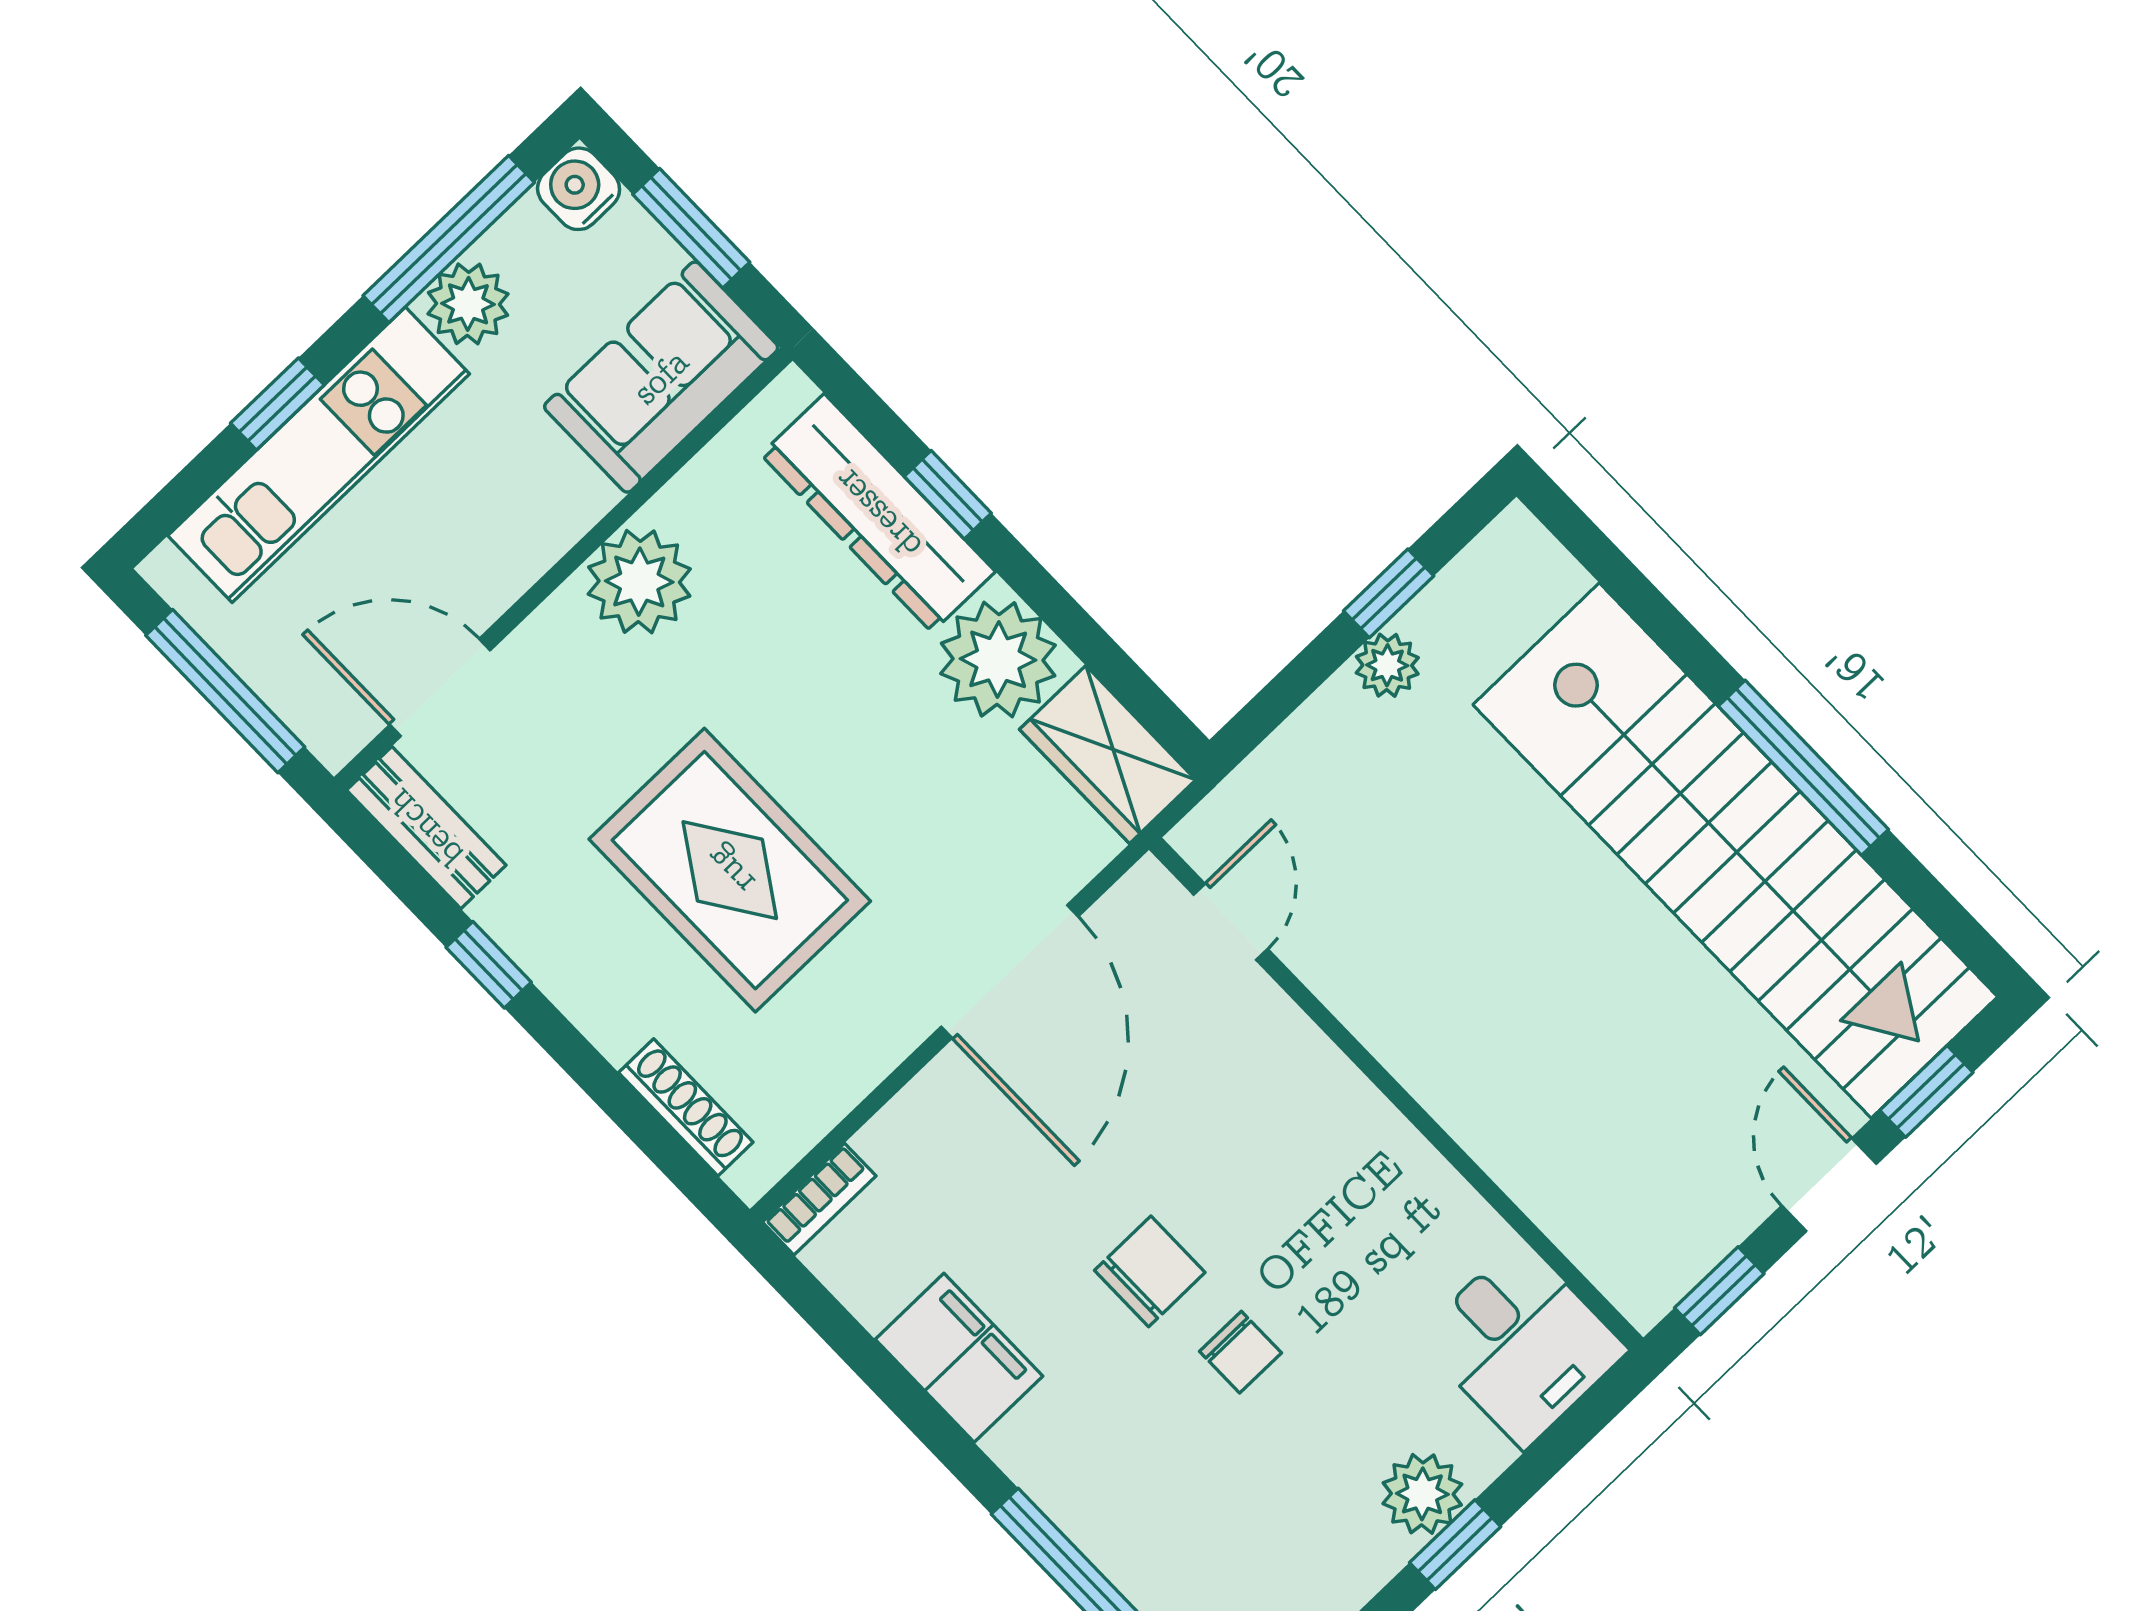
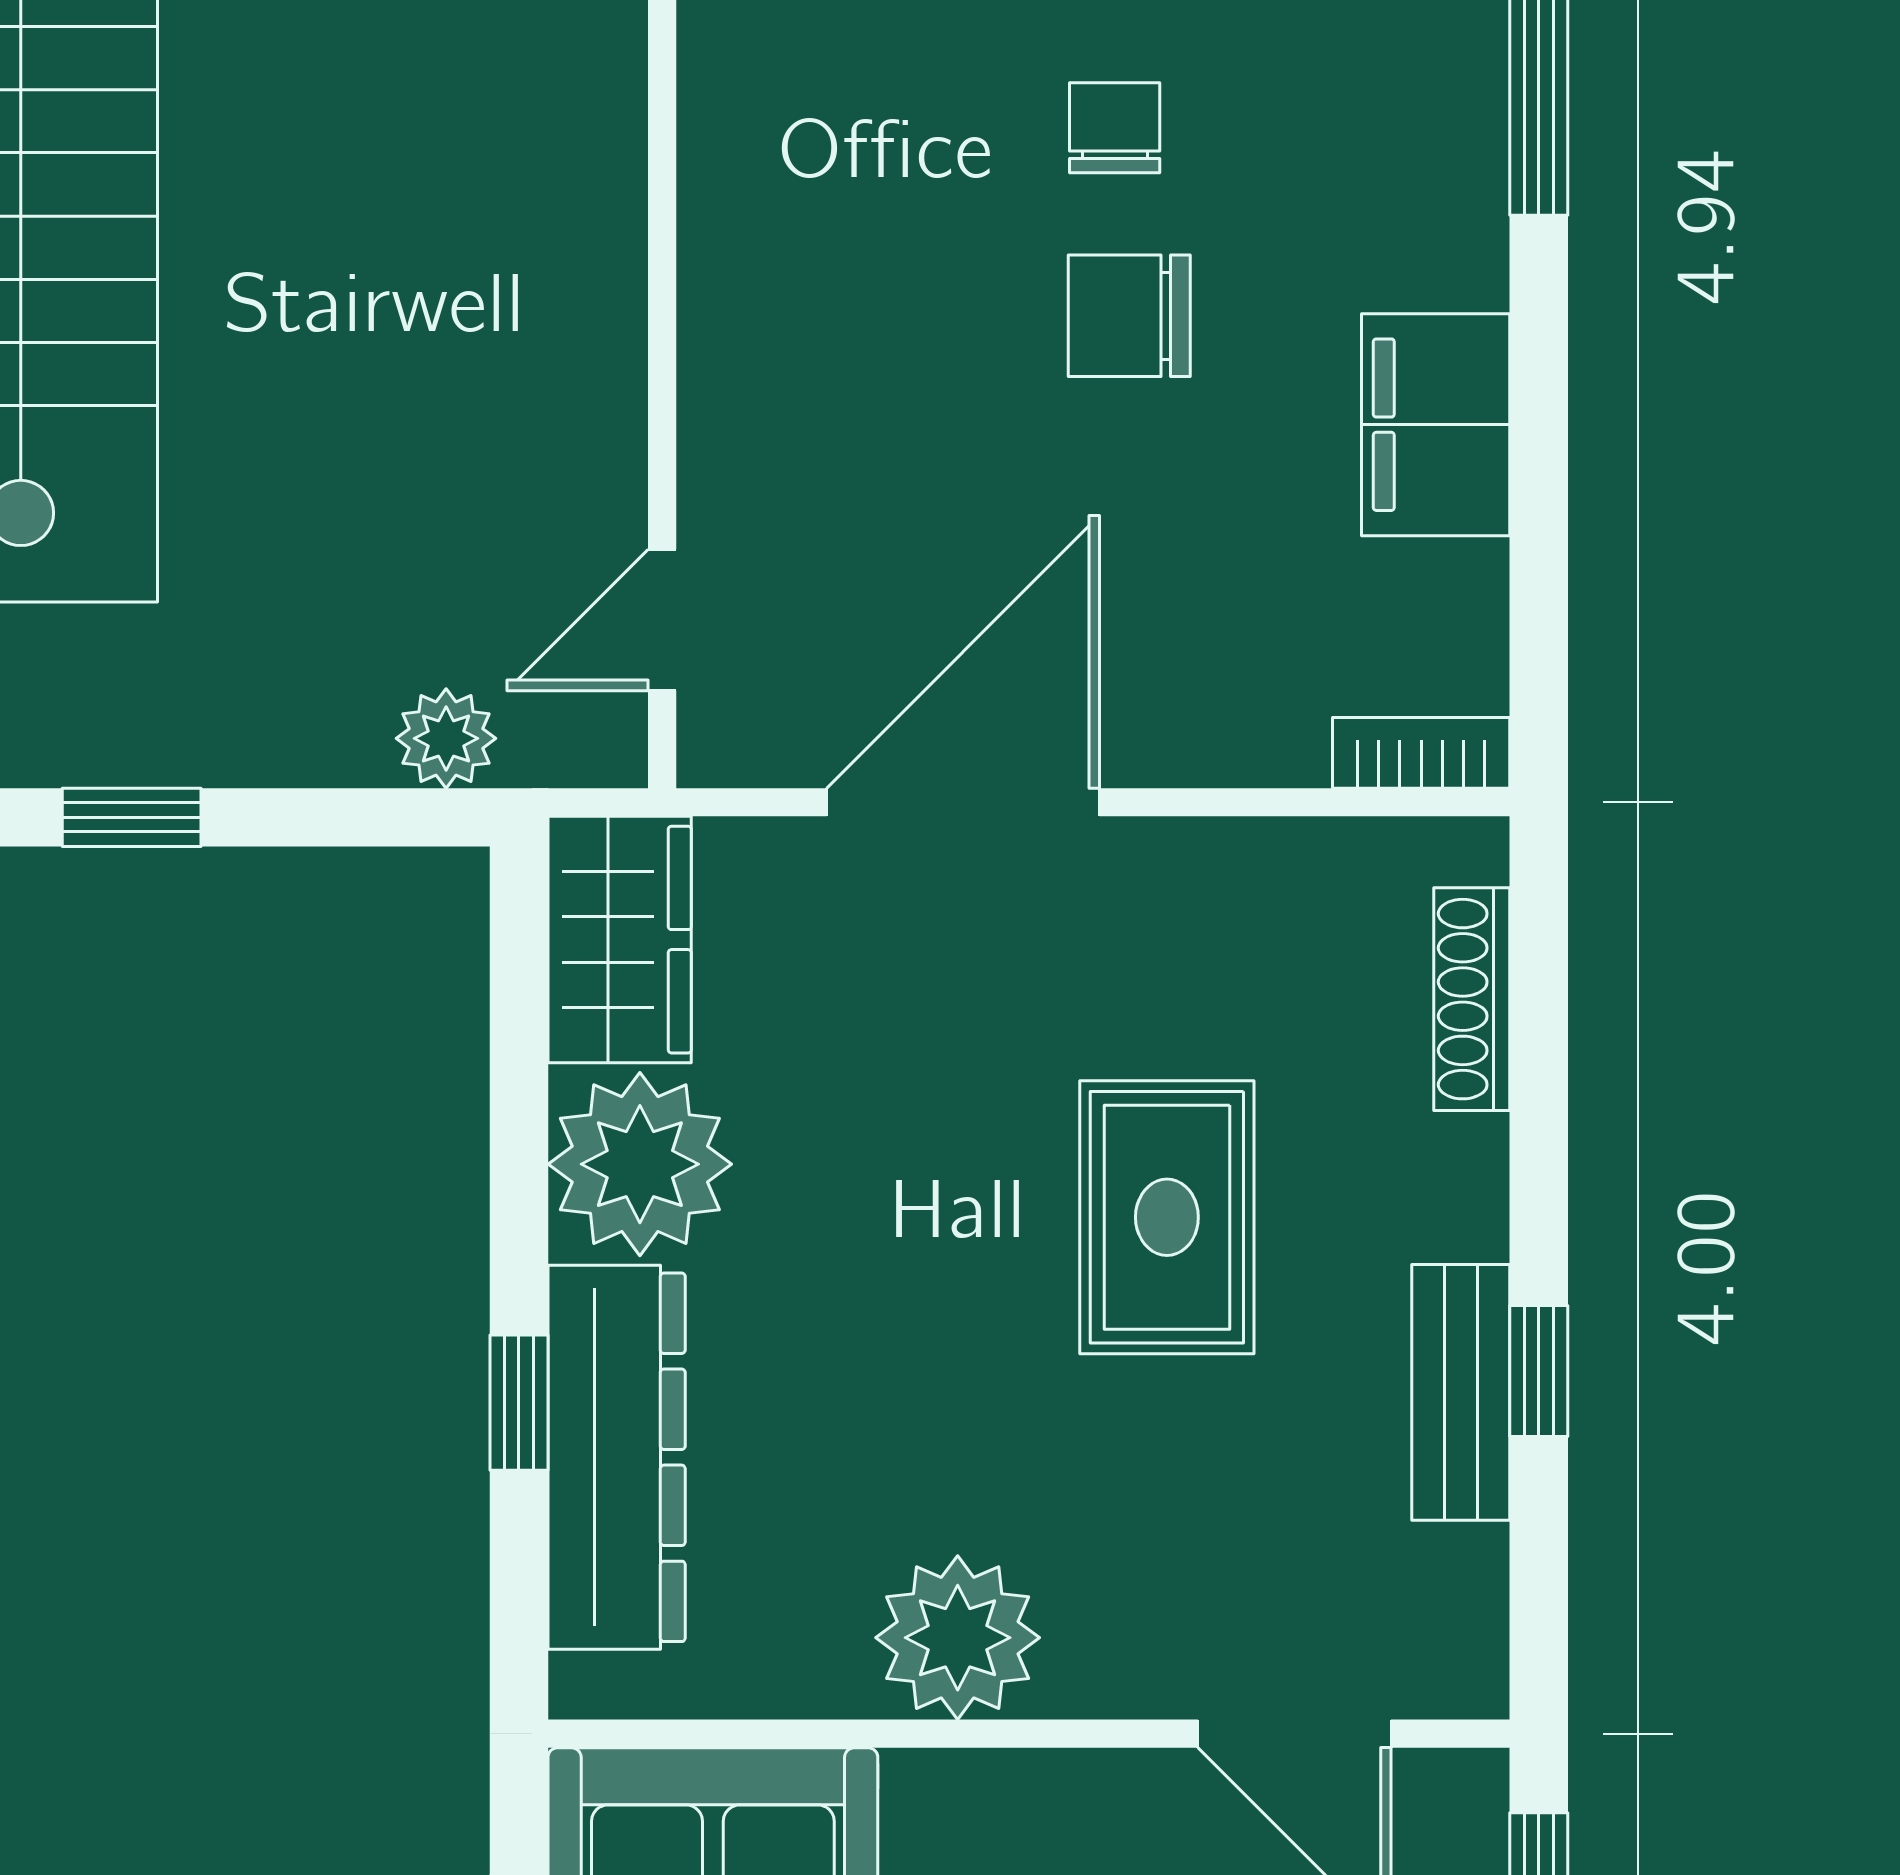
plant: (1387, 665) -> (446, 738), moved
bench: (426, 828) -> (1461, 1392), moved
rug: (730, 870) -> (1167, 1217), width x0.73, depth x0.70

